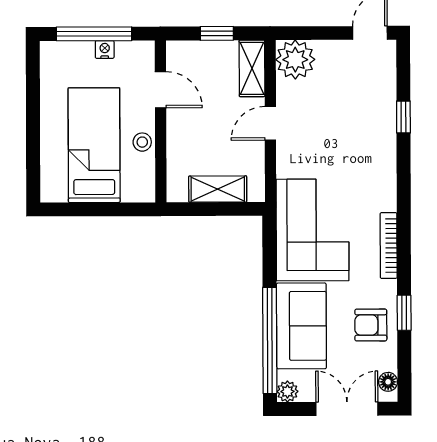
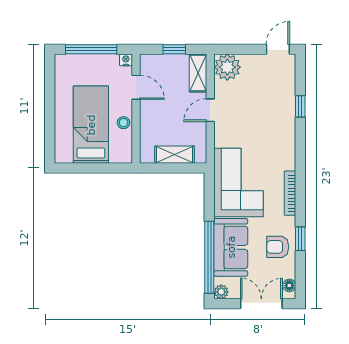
nightstand: (105, 49) -> (126, 60), moved

